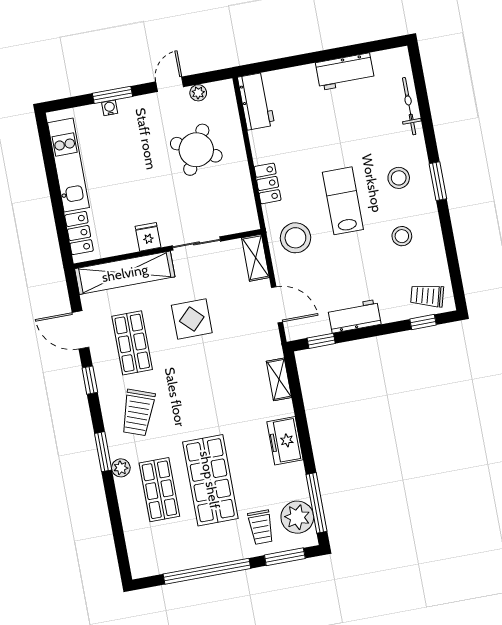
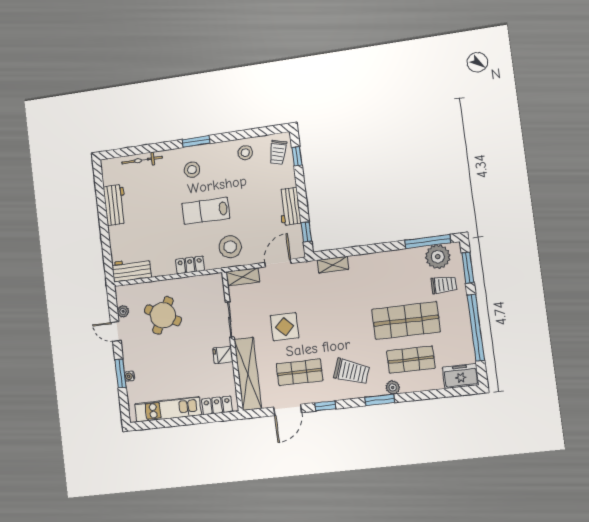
stool: (402, 236) -> (245, 153), moved
freezer: (285, 441) -> (461, 376), moved, turned 180

